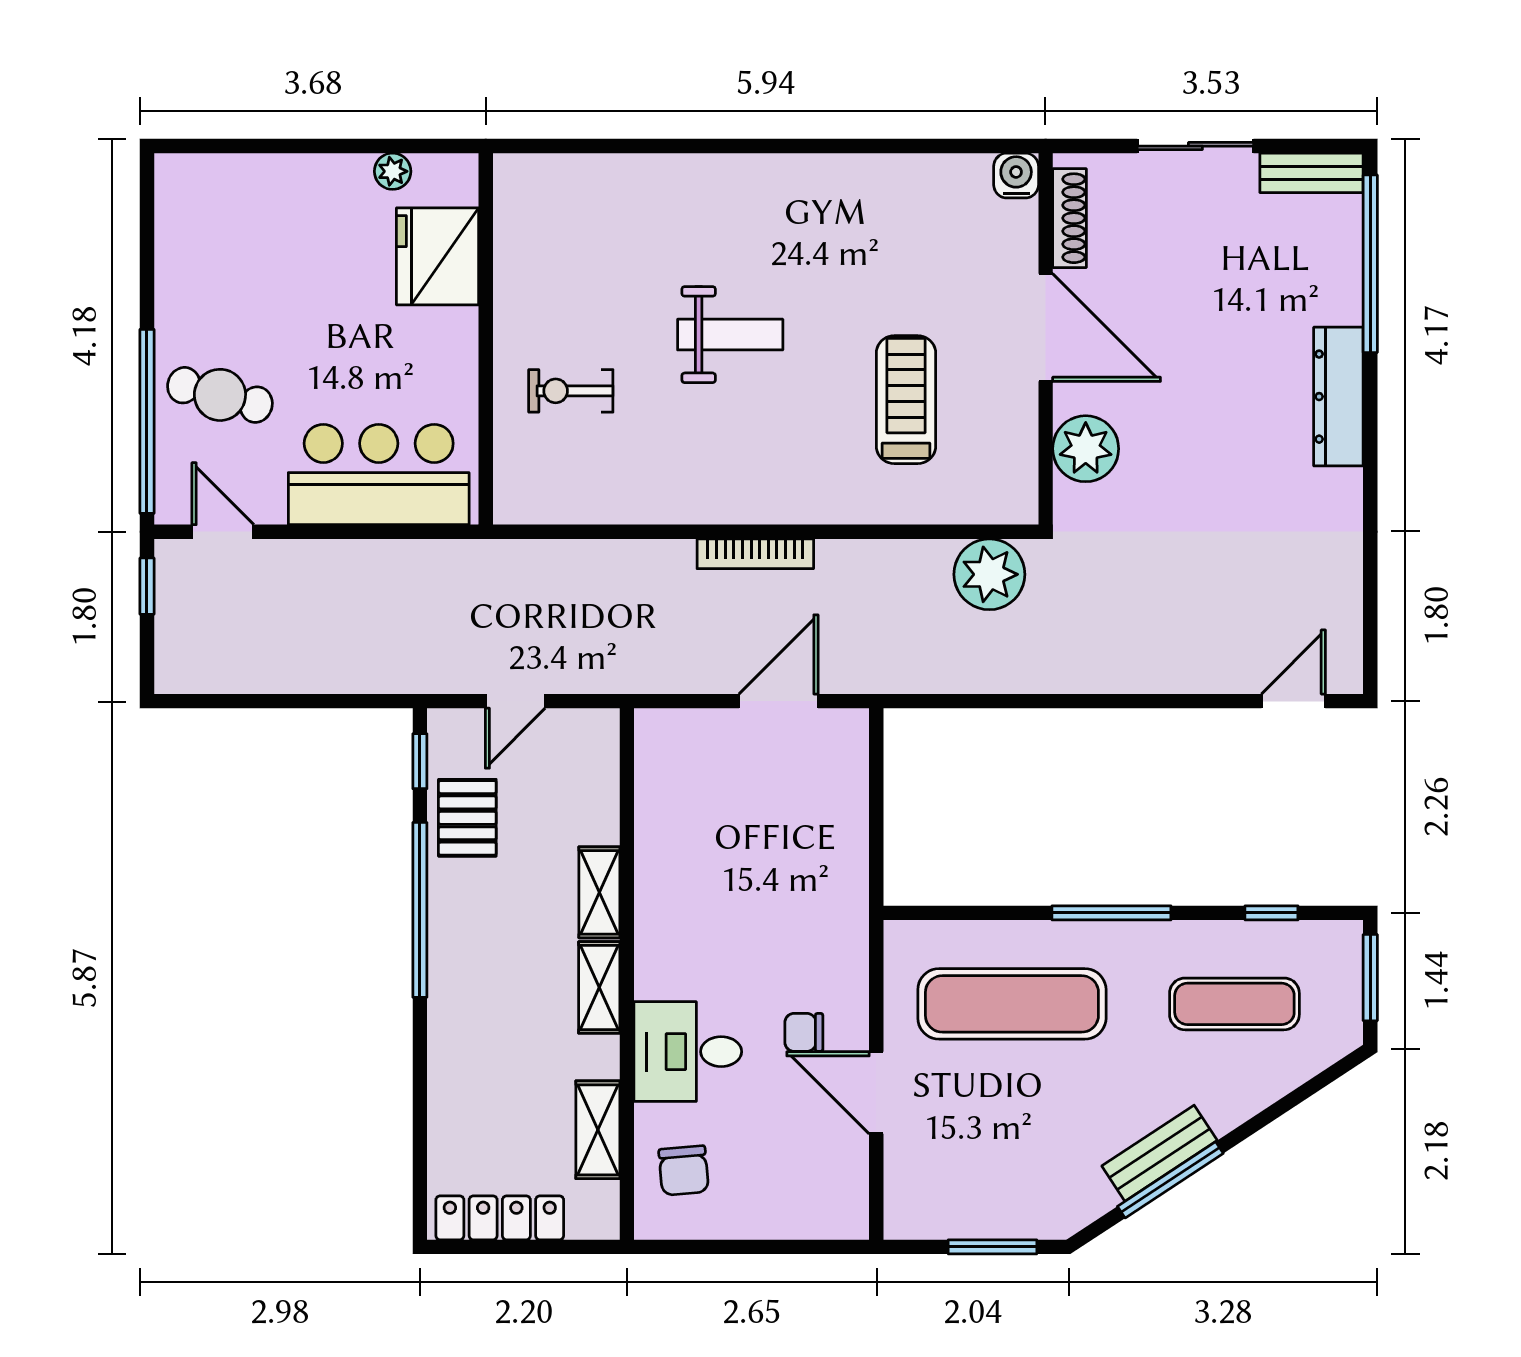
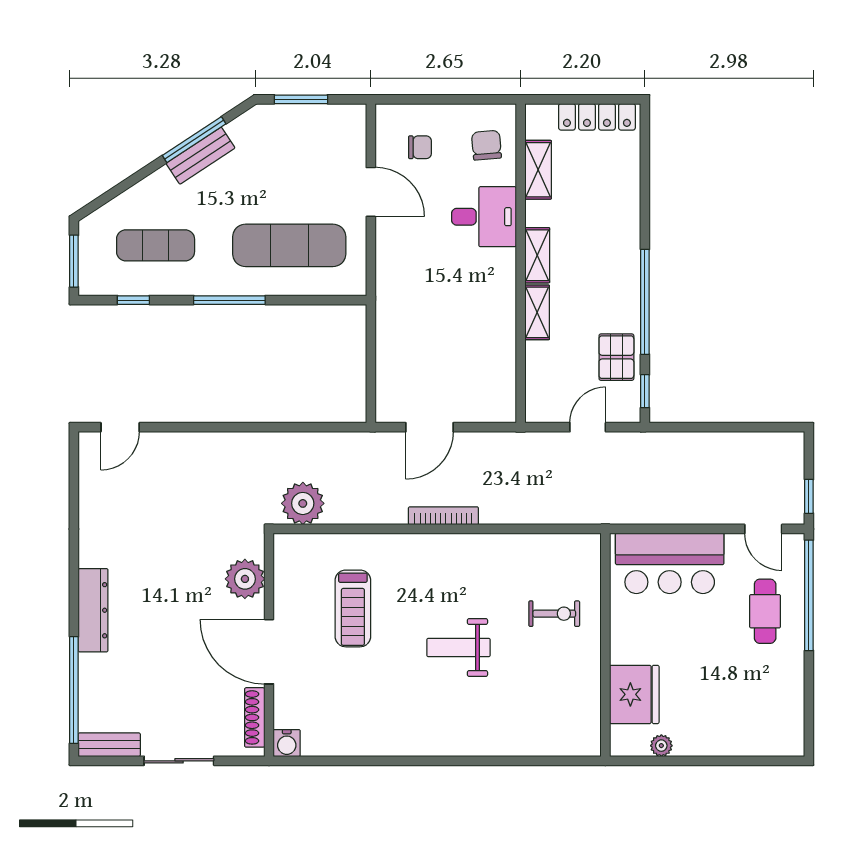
cafe table: (220, 395) -> (765, 611), turned 75
chair: (804, 1032) -> (420, 147), moved

